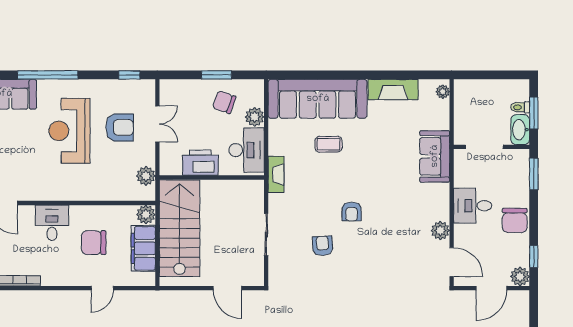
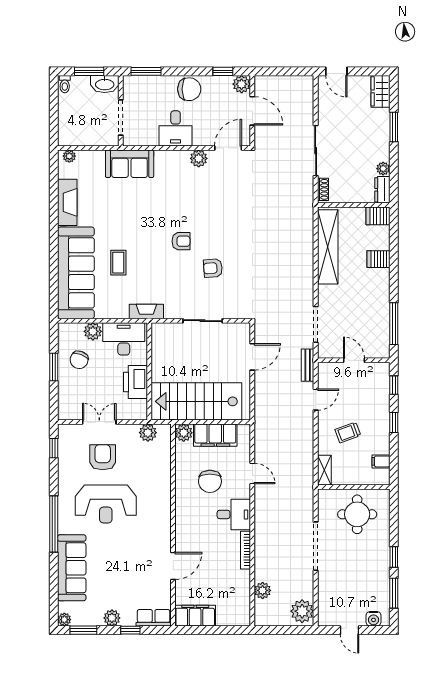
toilet: (520, 107) -> (65, 84), moved
desk: (52, 223) -> (234, 514), moved, turned 180

